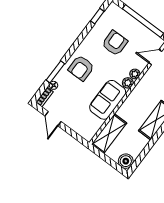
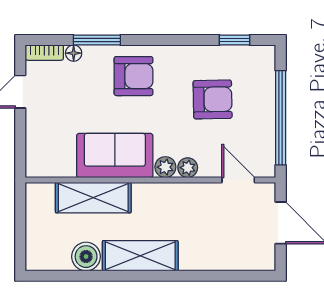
armchair: (81, 68) -> (134, 76), turned 180
shelving: (109, 134) -> (93, 198), moved
boiler: (126, 161) -> (86, 257), moved

